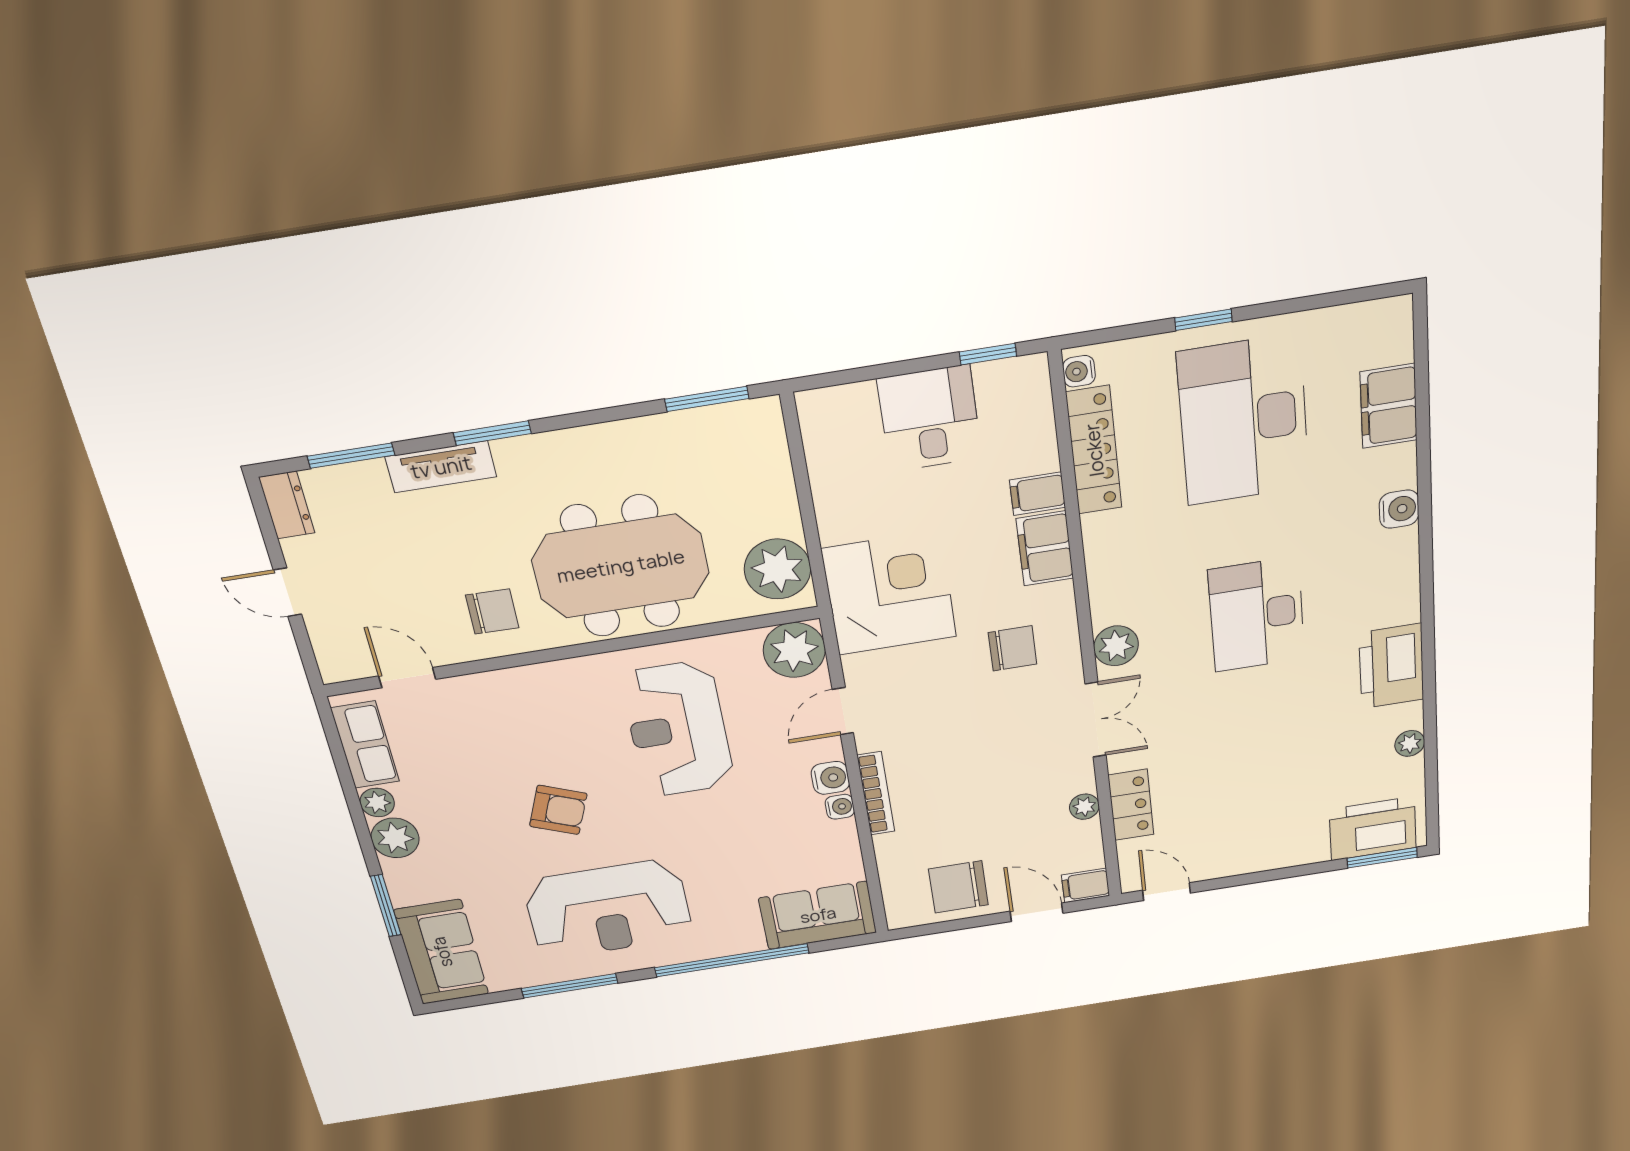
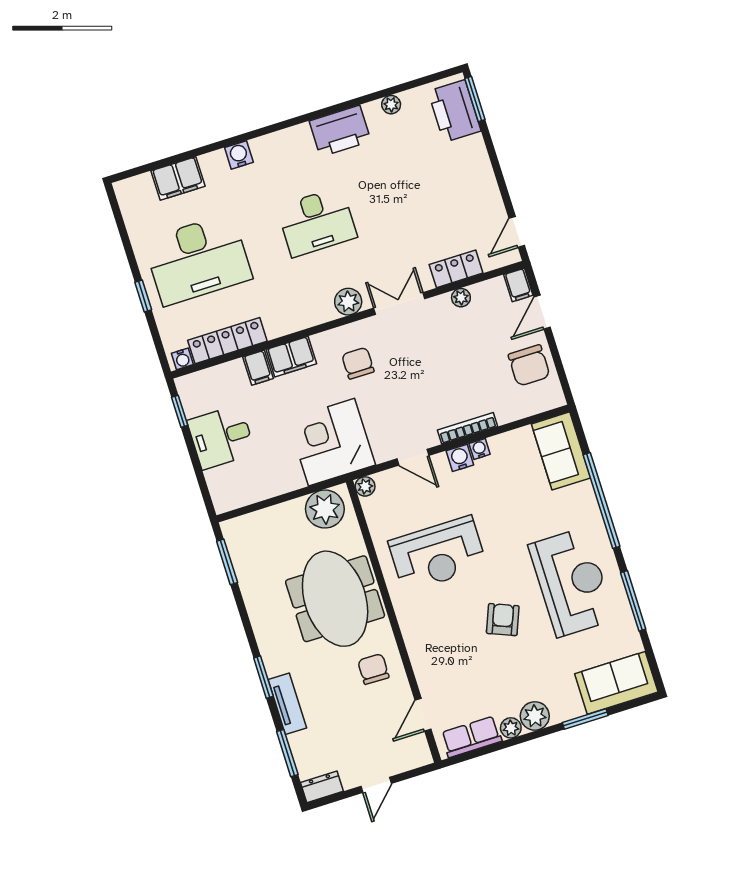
plant: (794, 650) -> (365, 486), width x0.53, depth x0.53

